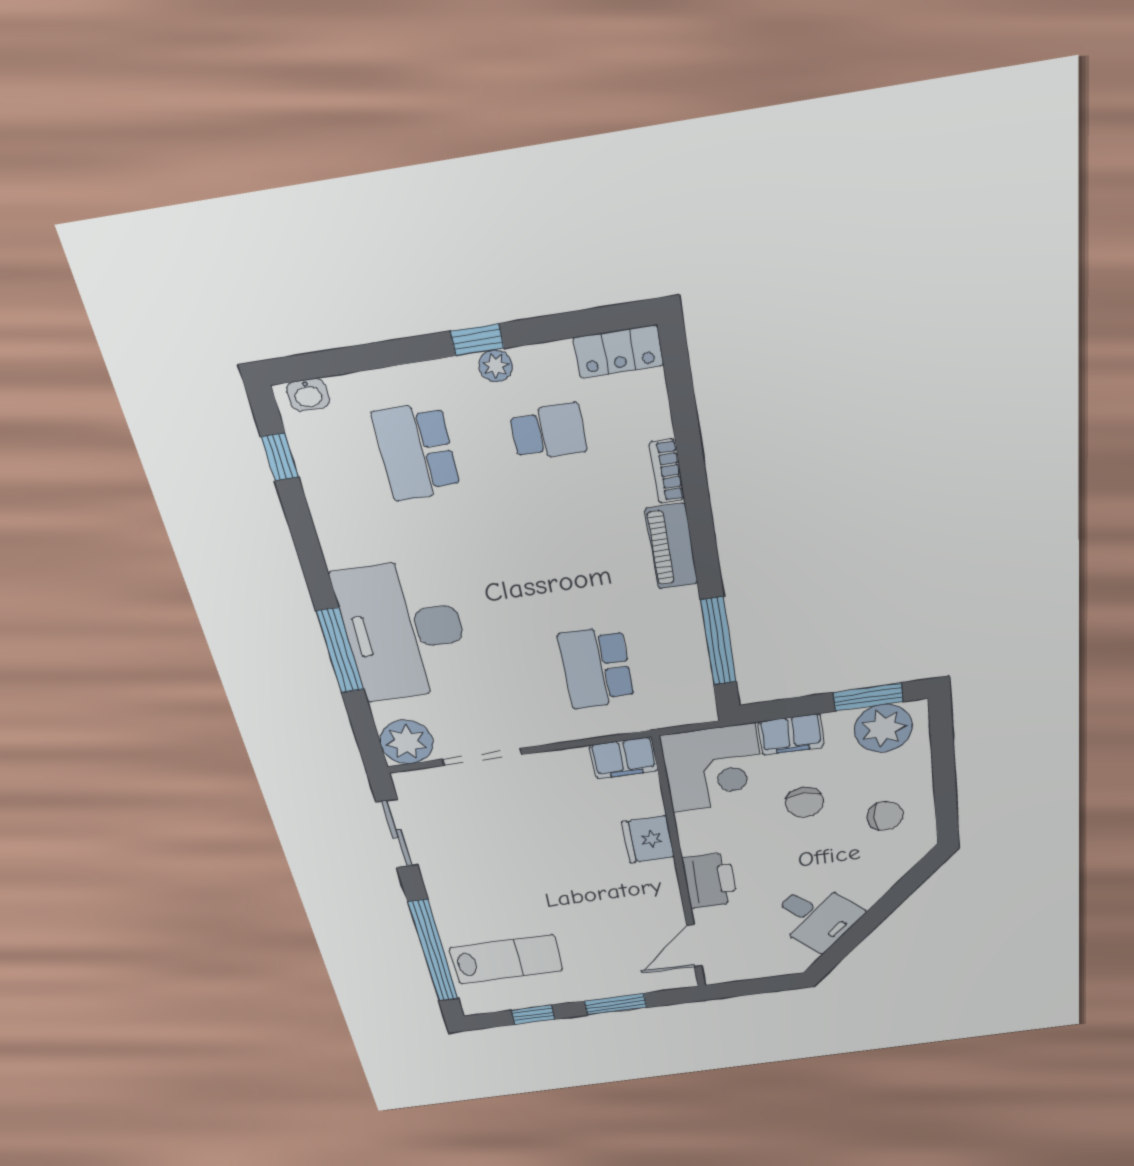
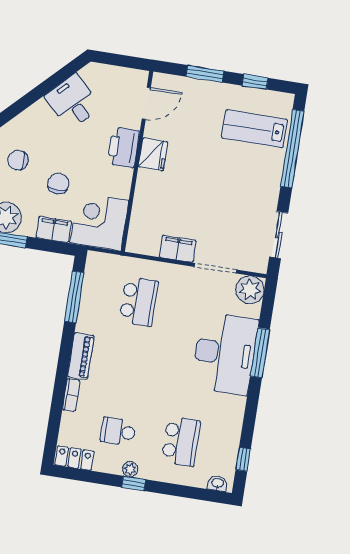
filing cabinet: (624, 758) -> (178, 249), moved
fridge: (648, 840) -> (153, 154), moved

